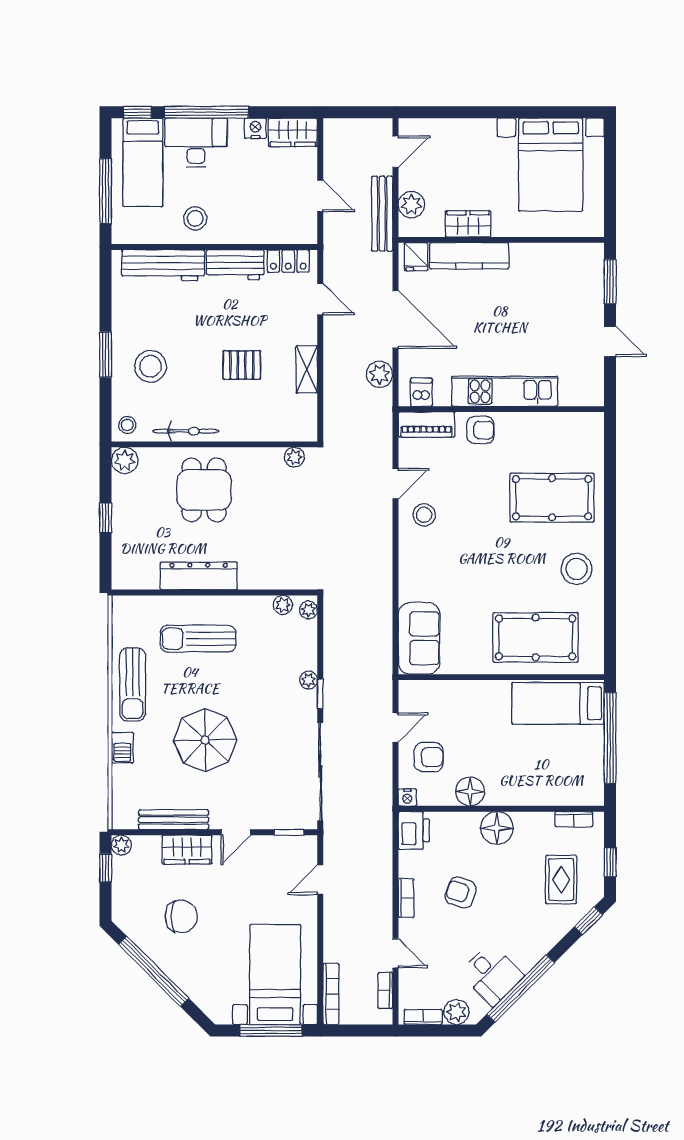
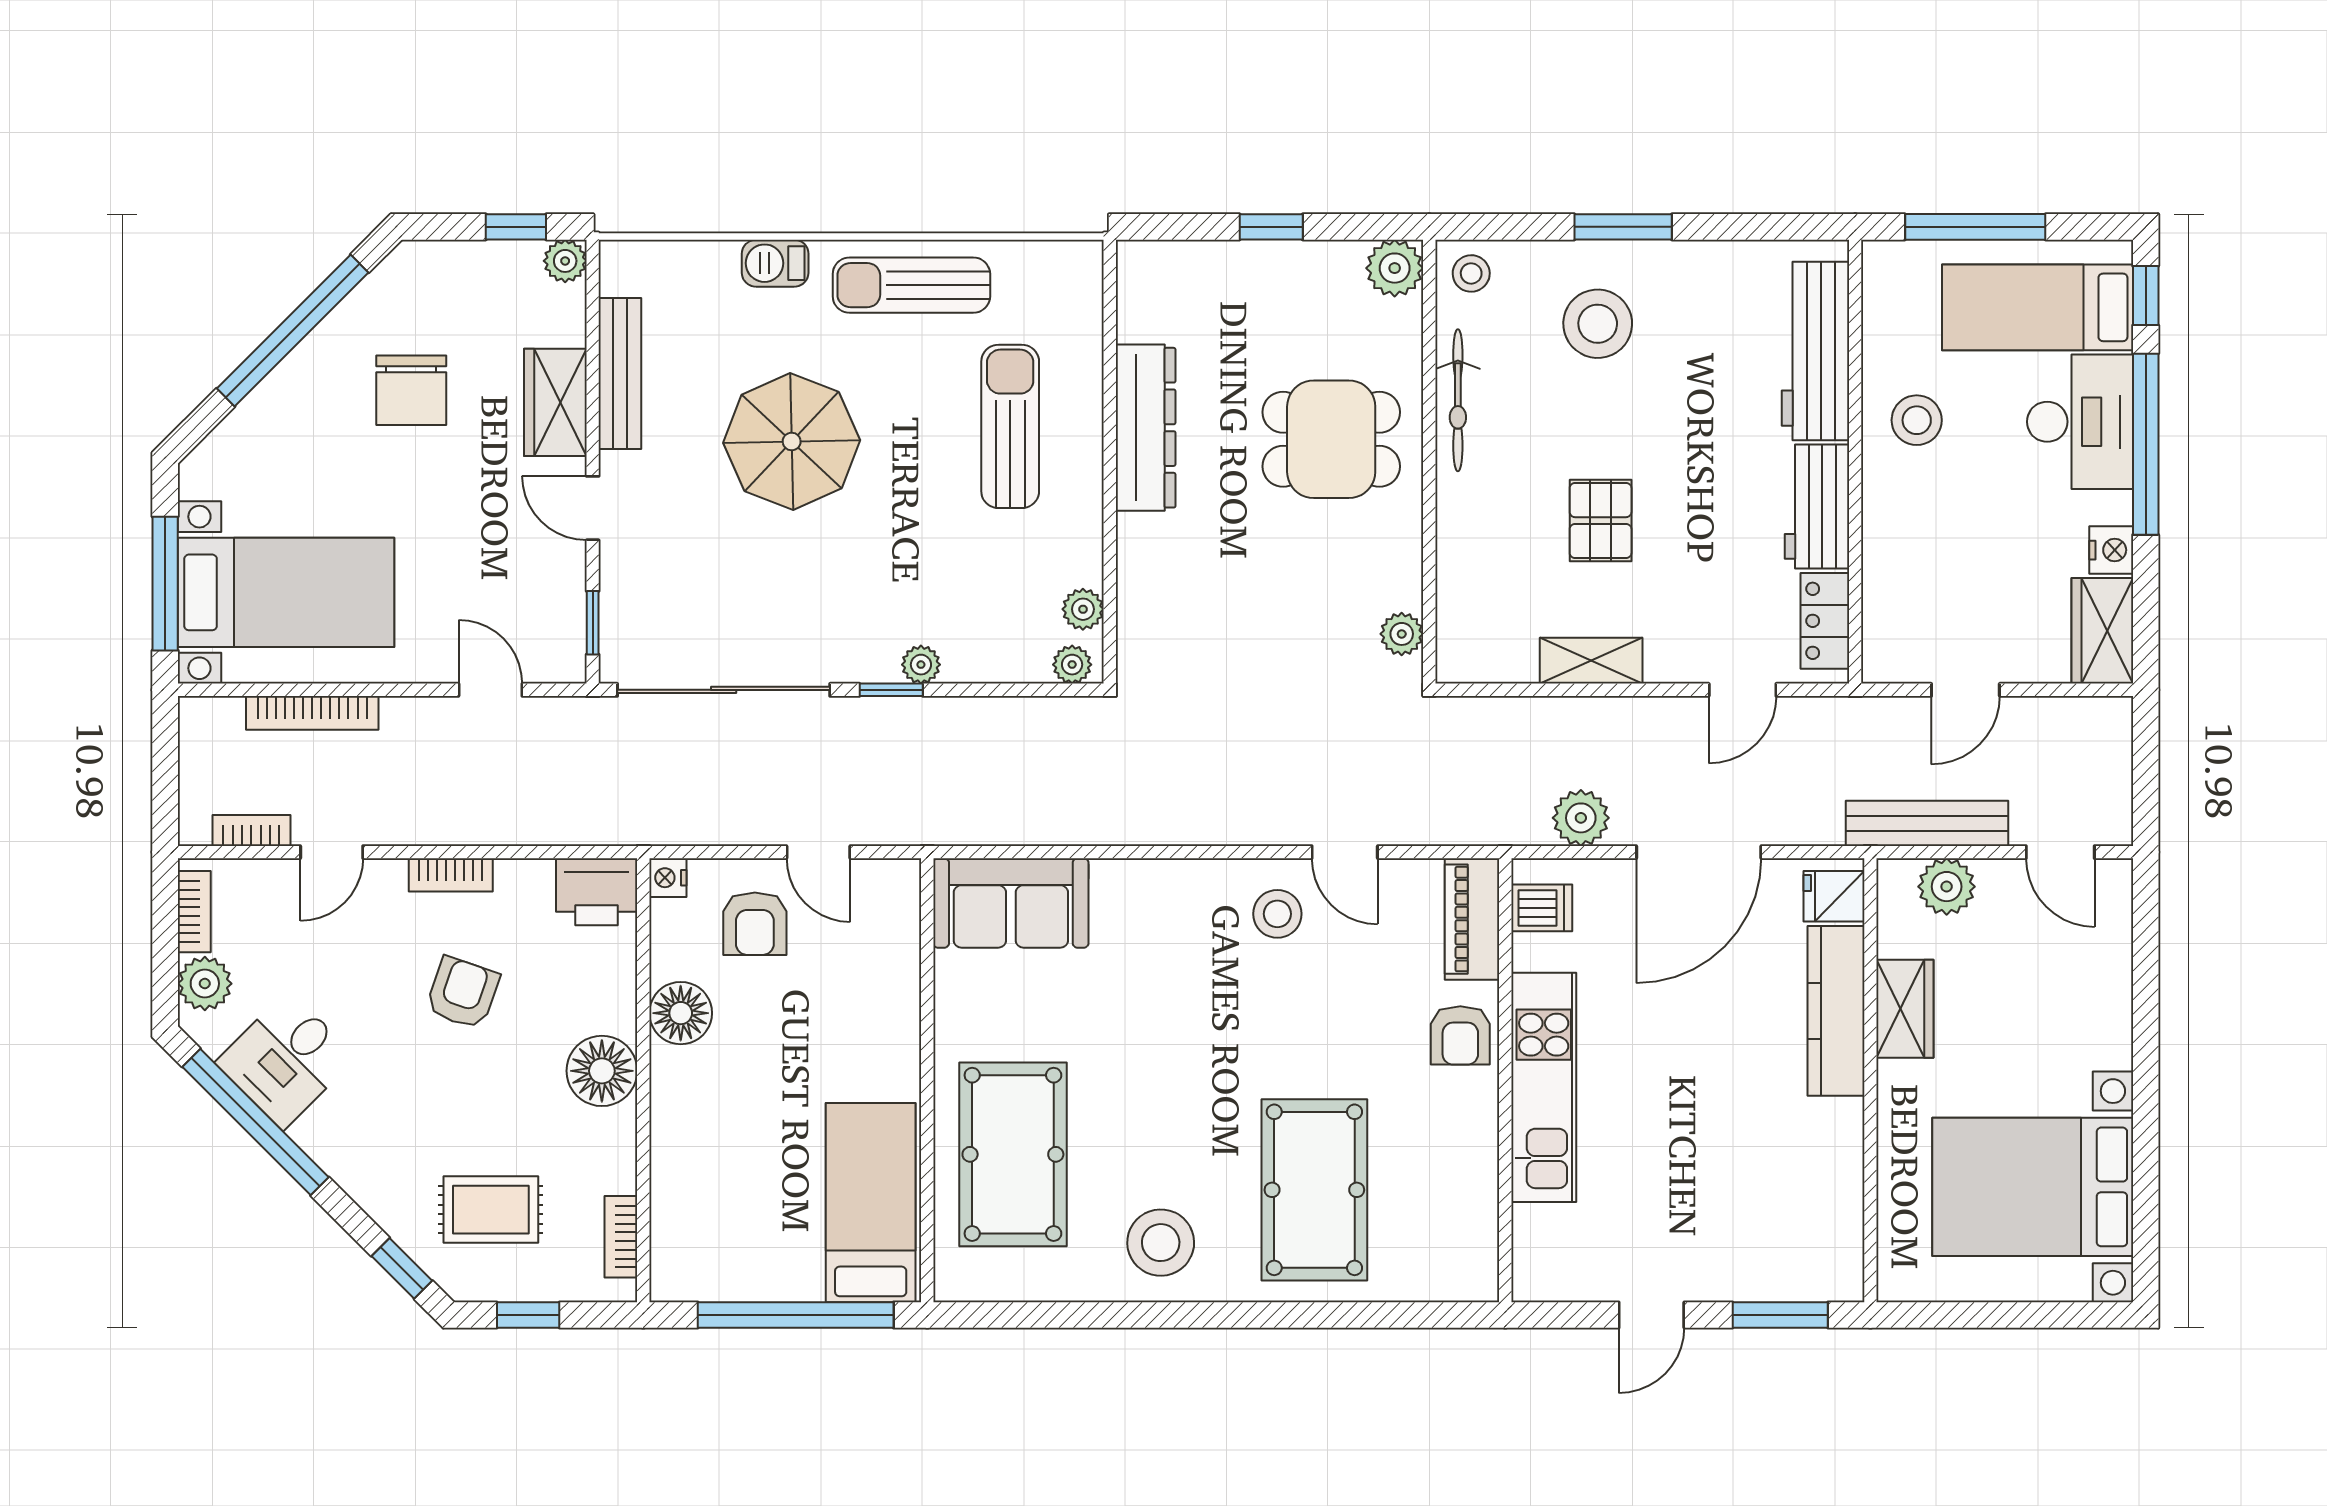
bookcase: (331, 994) -> (312, 713), moved

